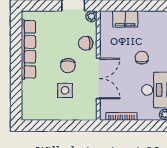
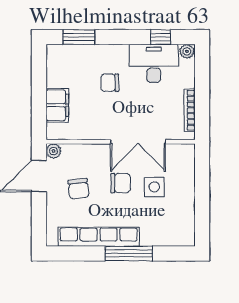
chair: (86, 43) -> (79, 189), moved
window: (16, 72) -> (129, 254), added
double door: (98, 78) -> (138, 142), swing flipped

